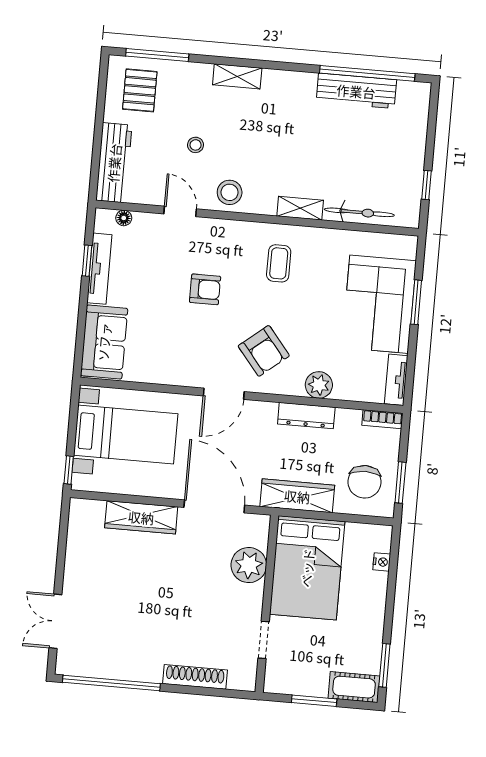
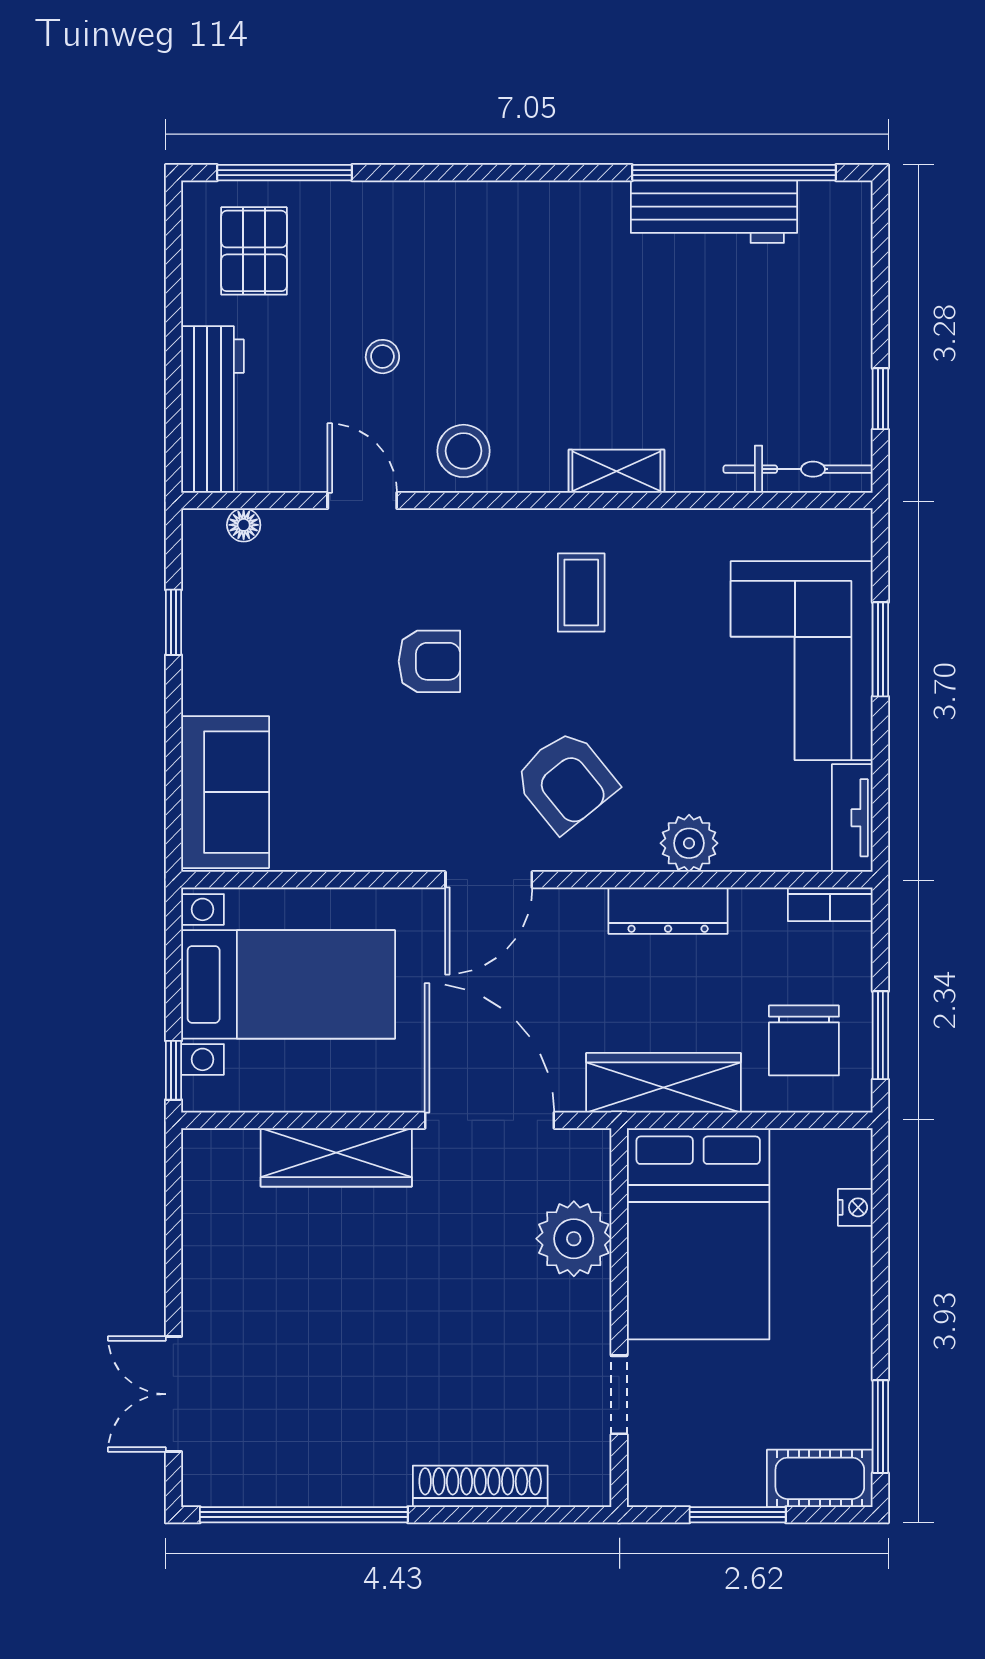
shelving: (237, 76) -> (458, 203), removed
bicycle: (359, 212) -> (798, 469), moved
tv unit: (99, 269) -> (201, 637), removed

